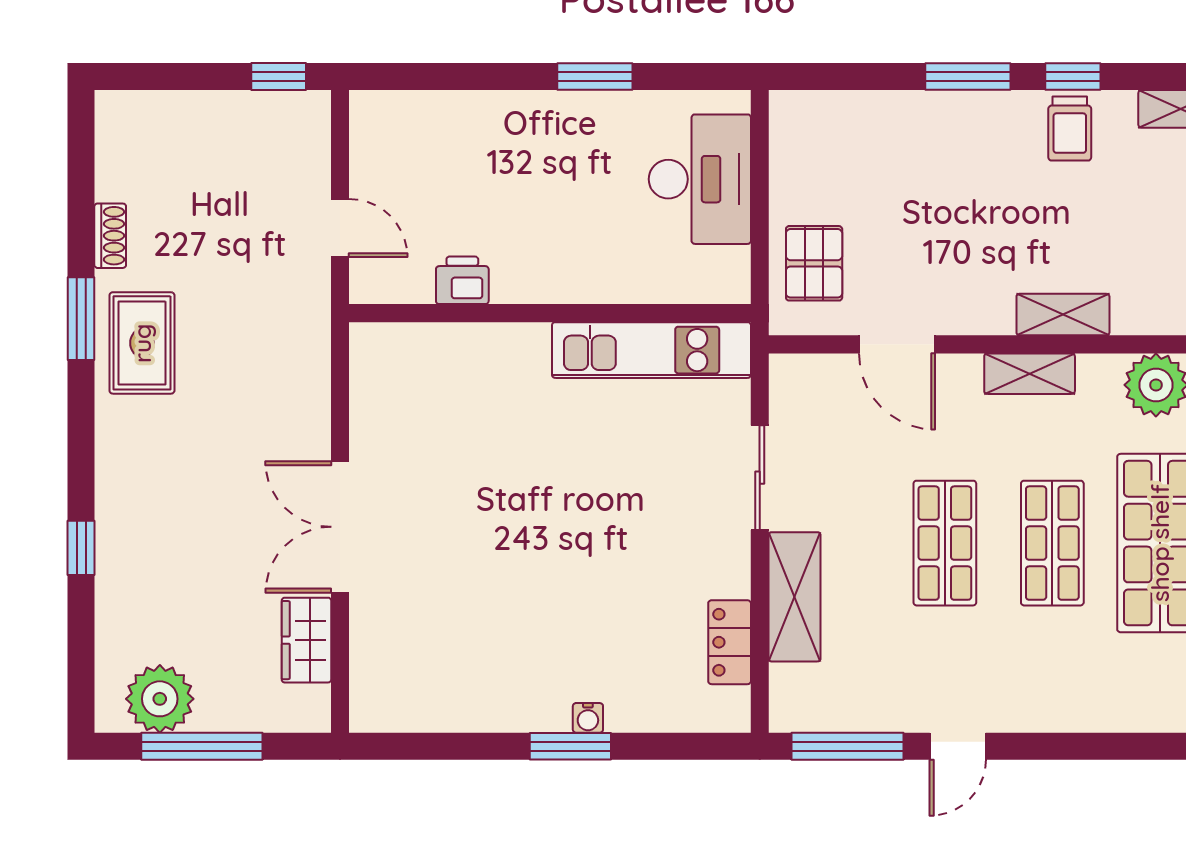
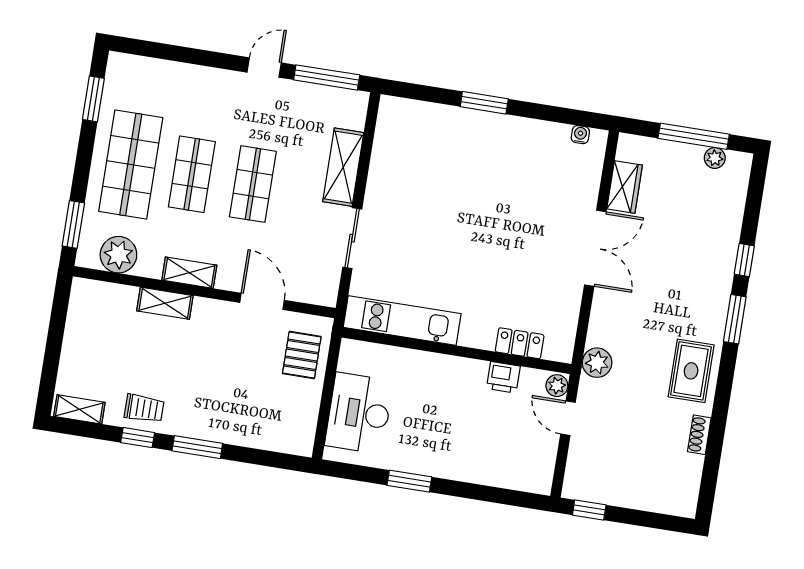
trolley: (1070, 129) -> (144, 408), turned 90
plant: (368, 281) -> (557, 386), added
window: (81, 319) -> (735, 319), moved
plant: (306, 331) -> (597, 363), added
locker: (730, 642) -> (520, 343), moved, turned -90
plant: (160, 699) -> (715, 158), width x0.53, depth x0.53
water cooler: (588, 718) -> (580, 135), moved

